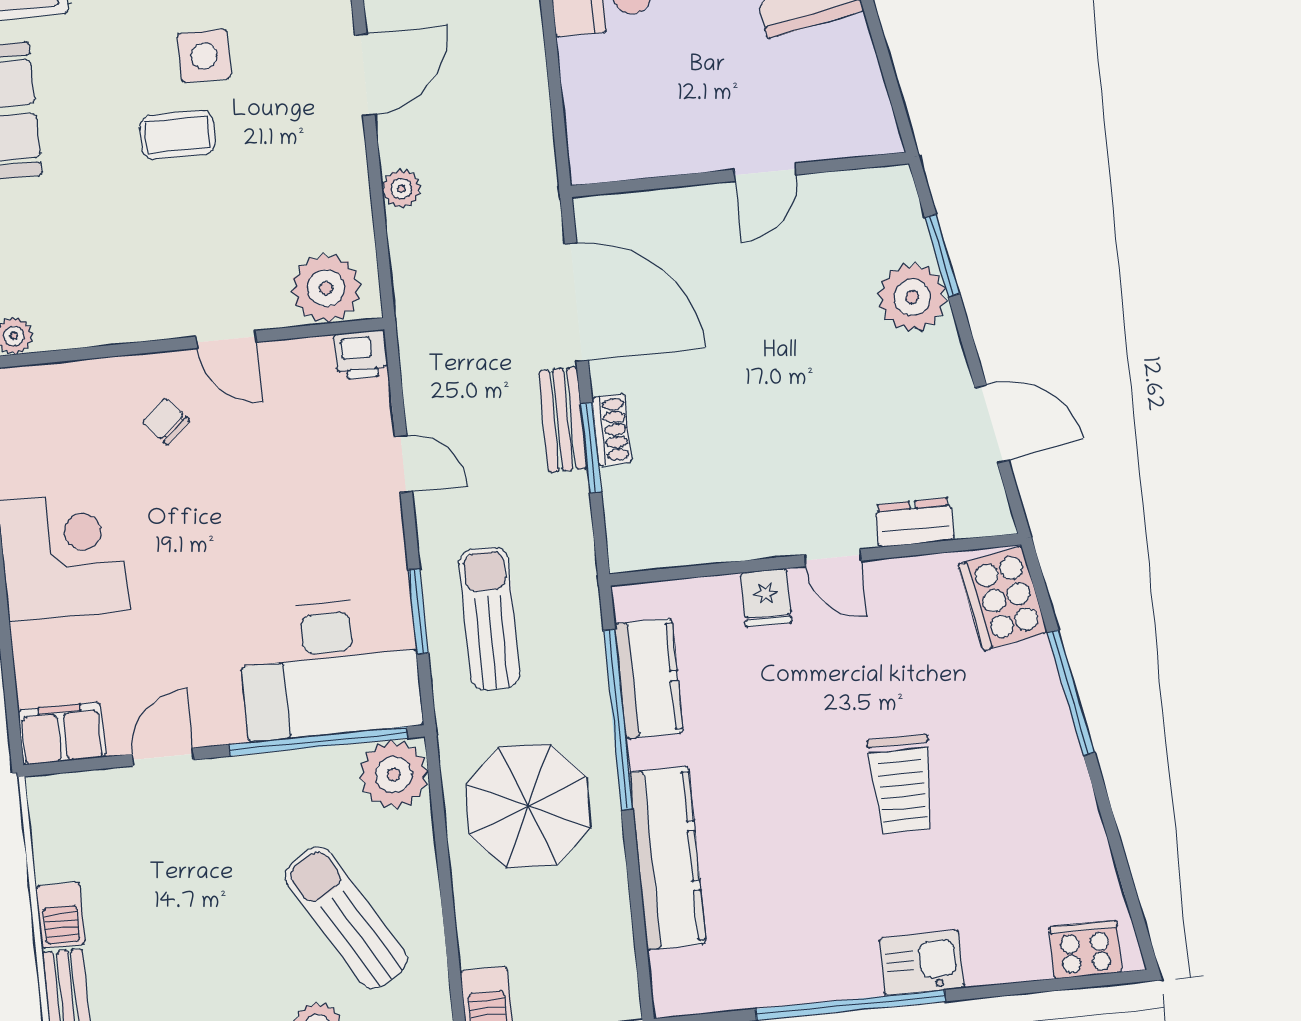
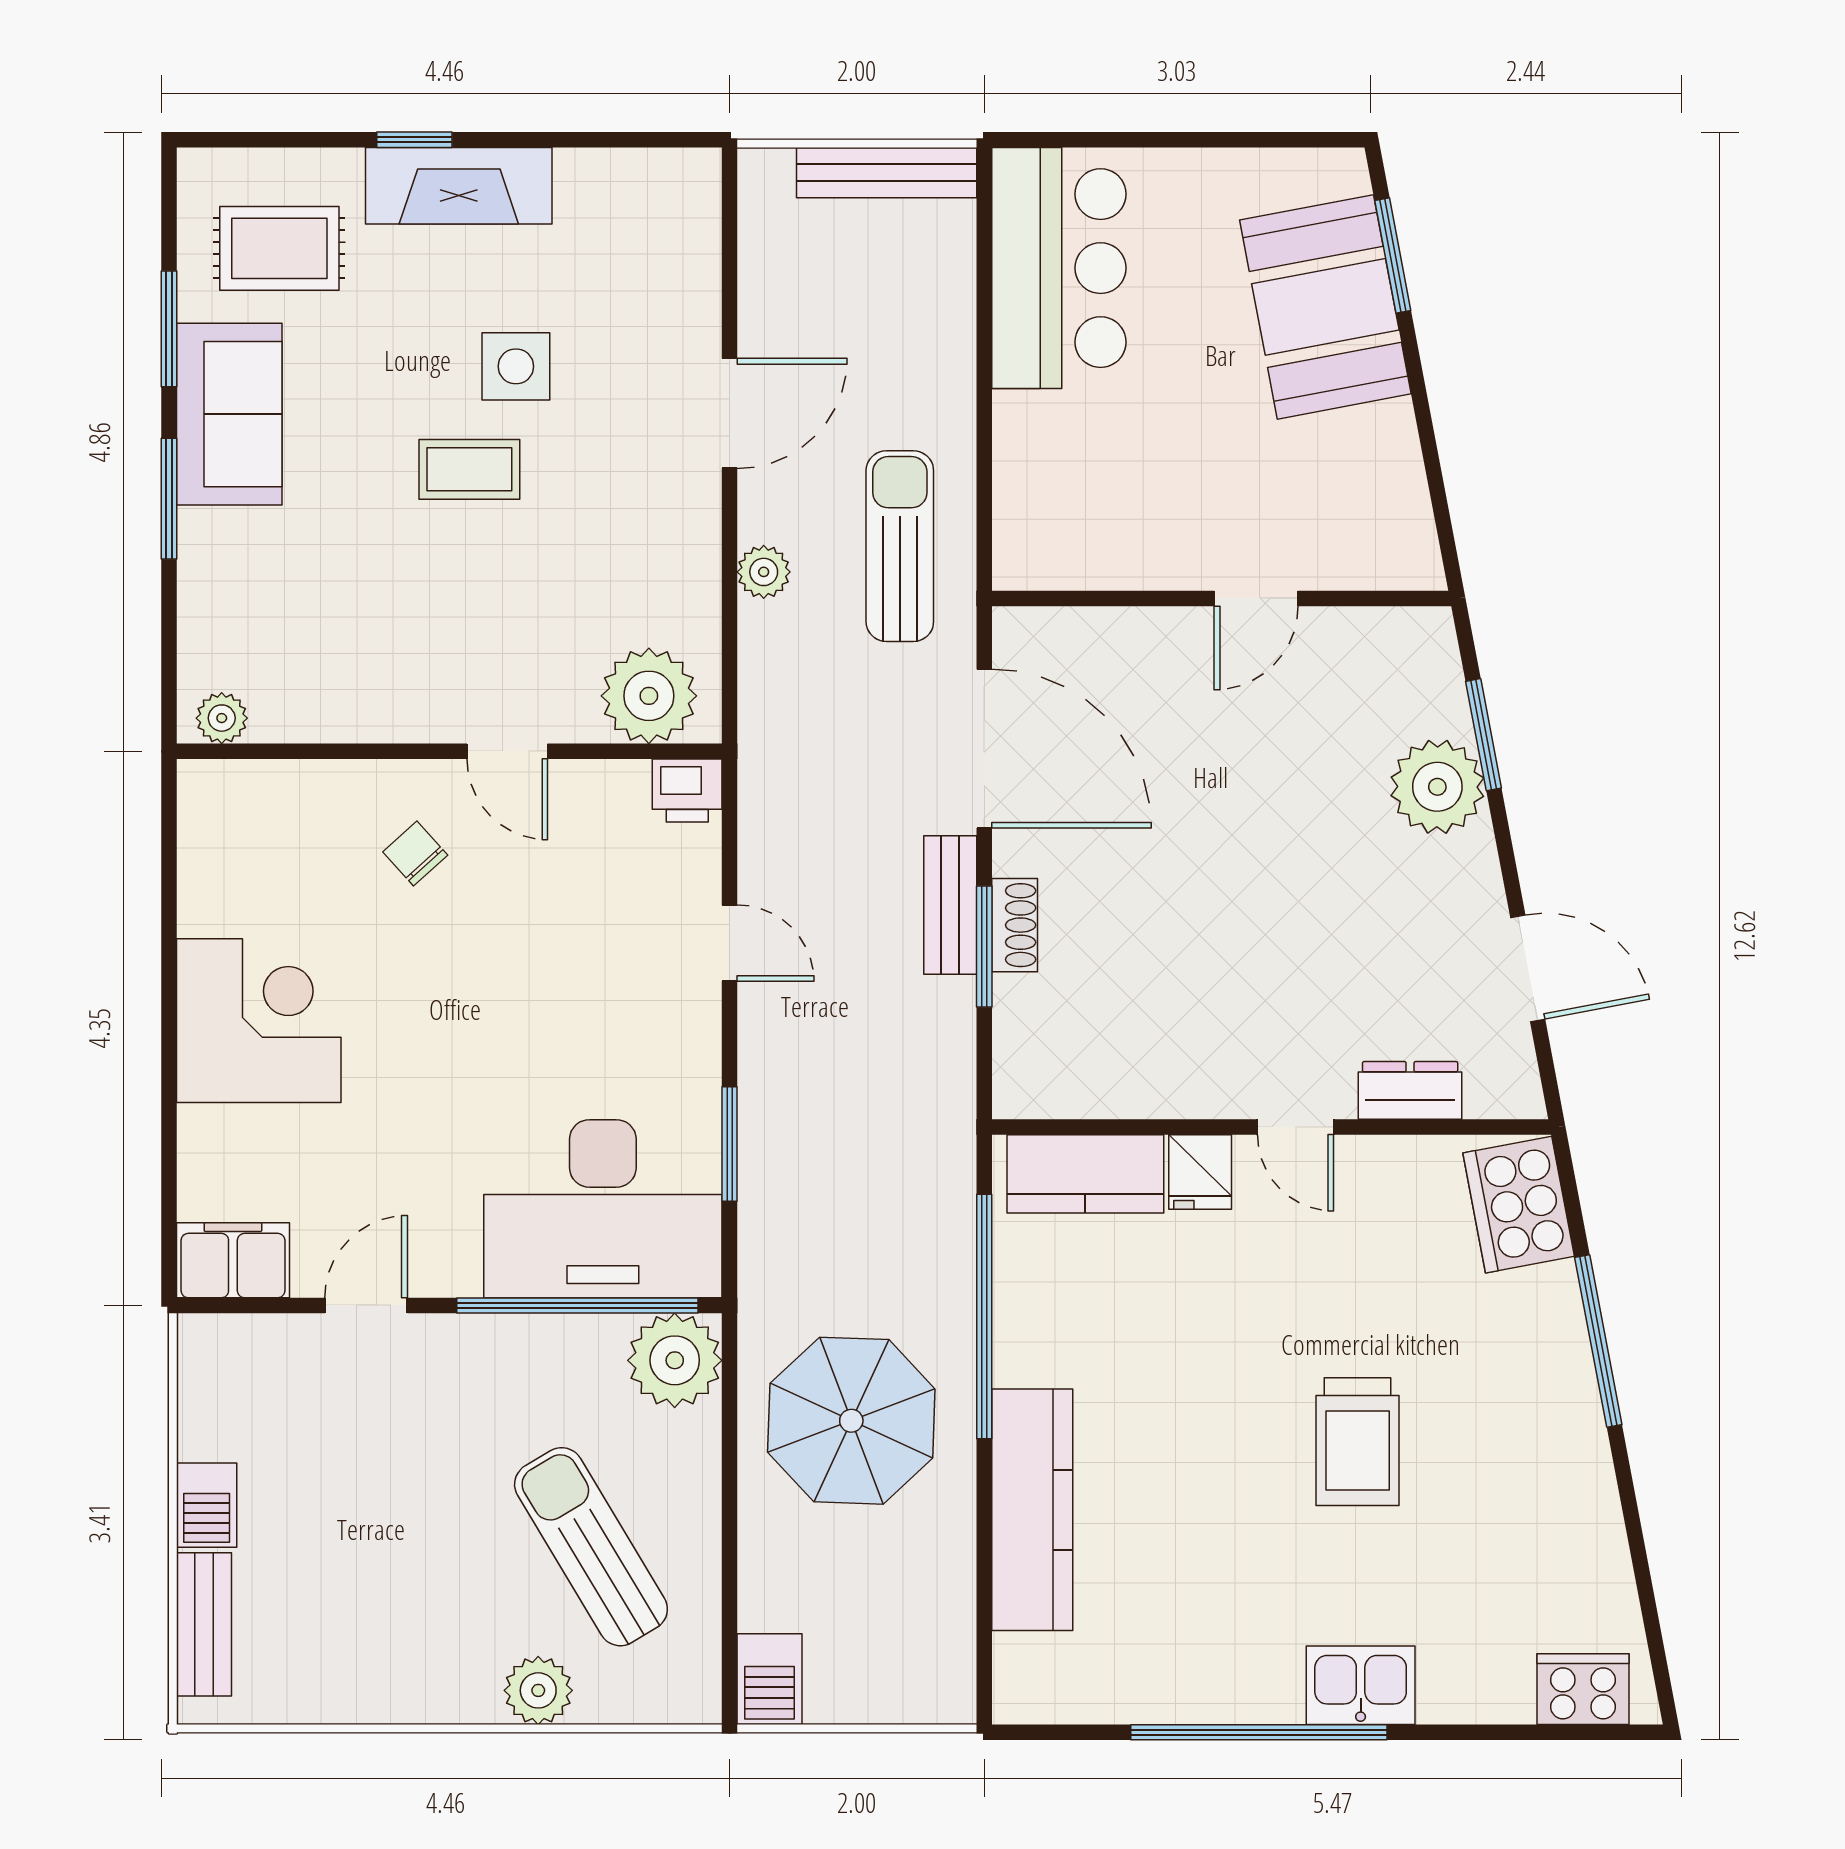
sun lounger: (489, 618) -> (900, 546), moved
kitchen counter: (649, 678) -> (1085, 1174), moved, turned 90

